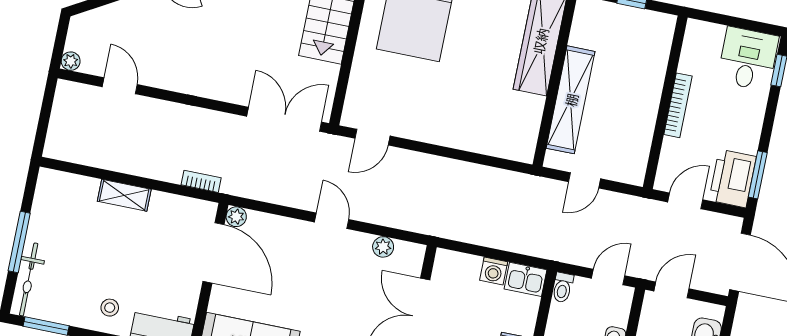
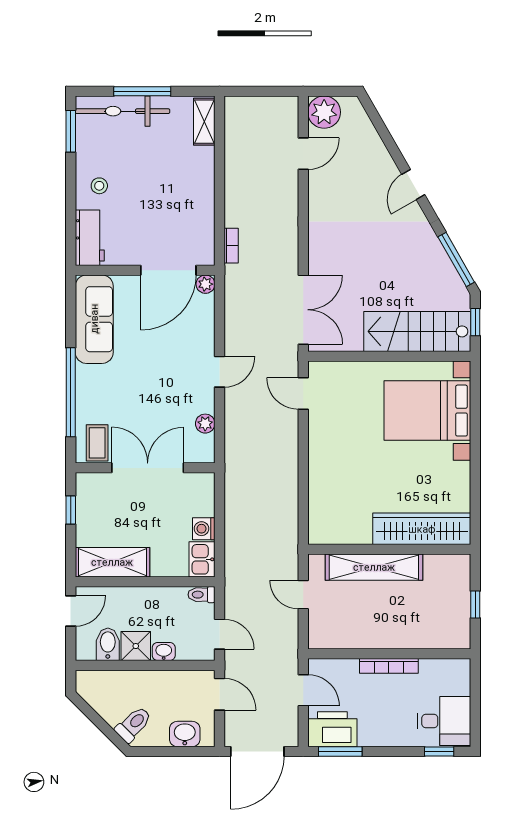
plant: (71, 61) -> (324, 112), width x1.88, depth x1.88
shelving: (124, 195) -> (204, 122), moved
bicycle: (29, 279) -> (122, 111), width x1.37, depth x1.40

